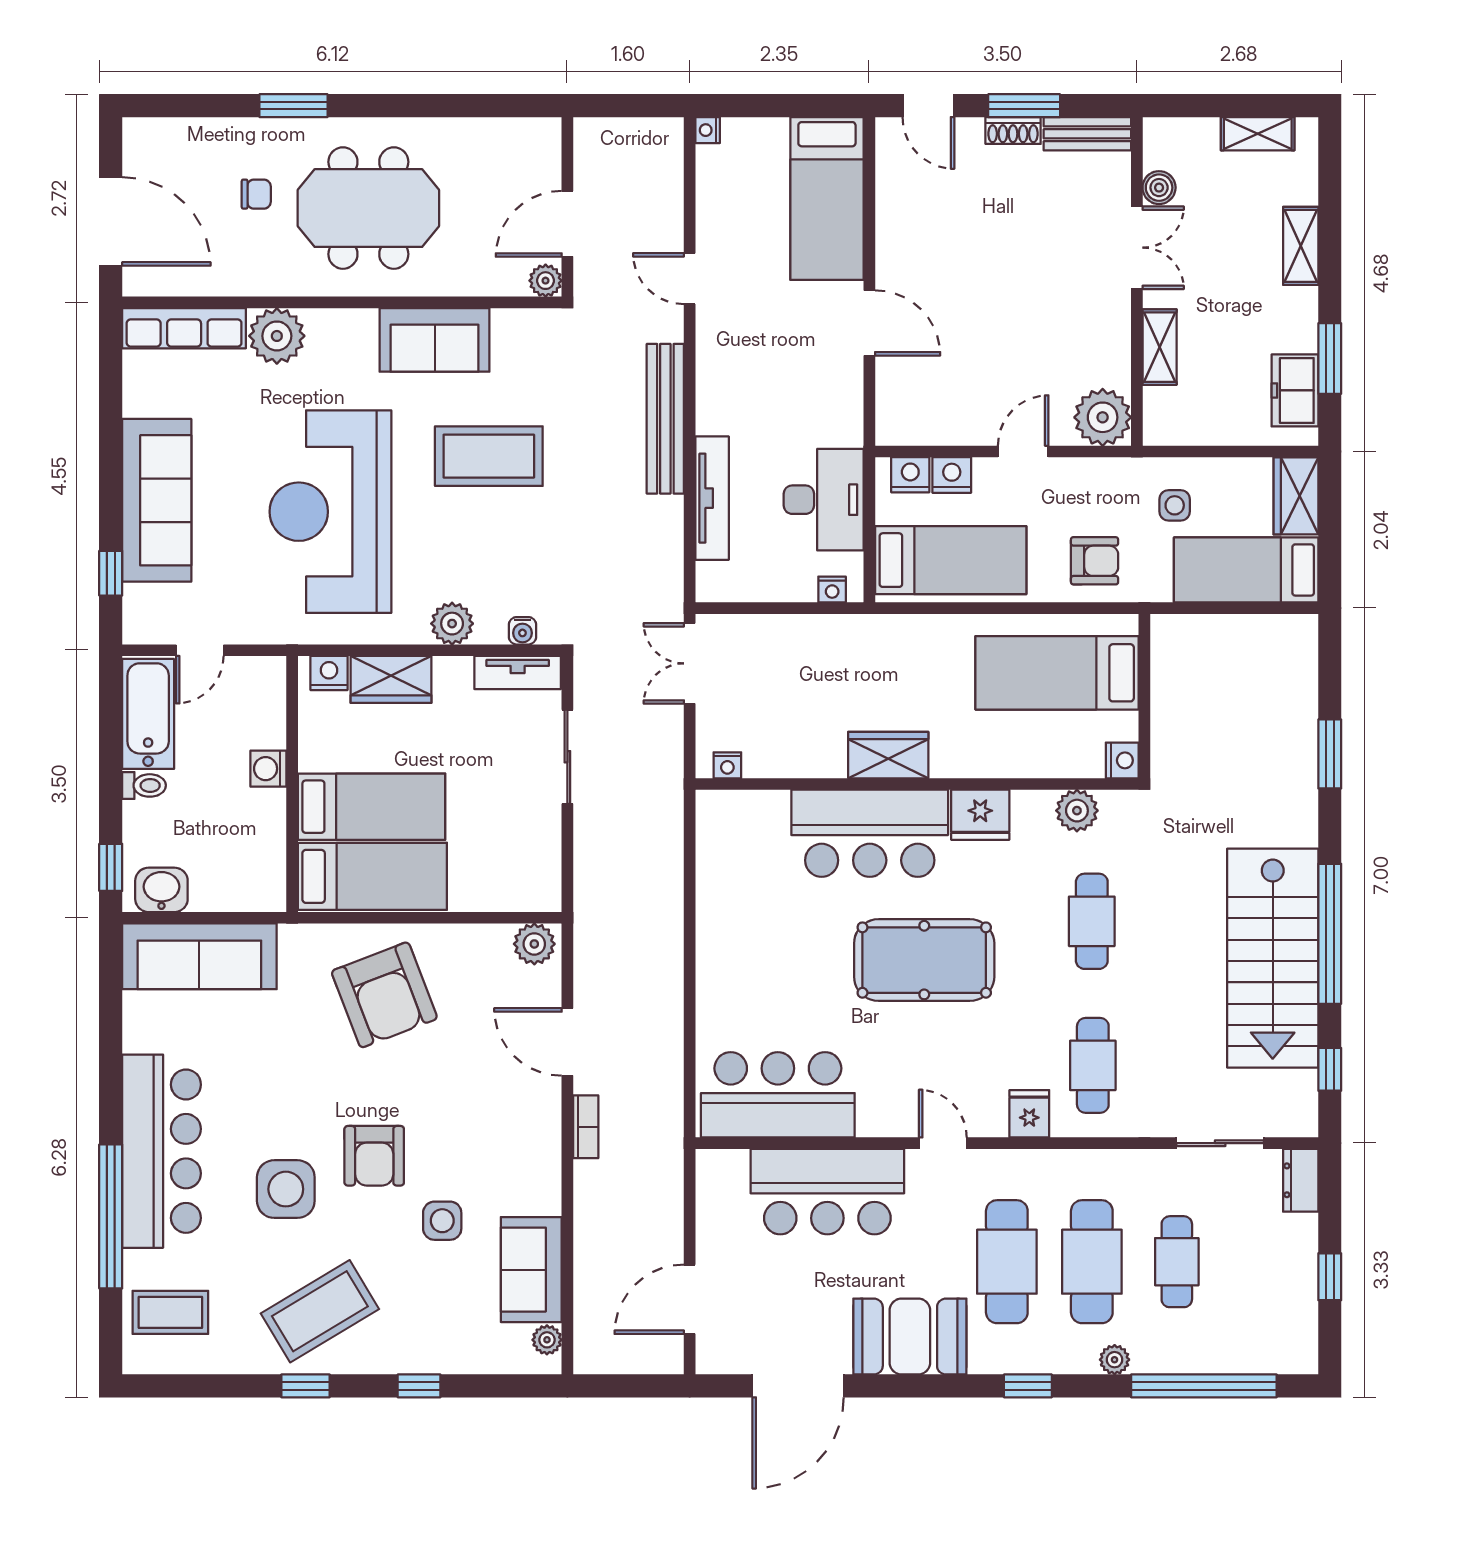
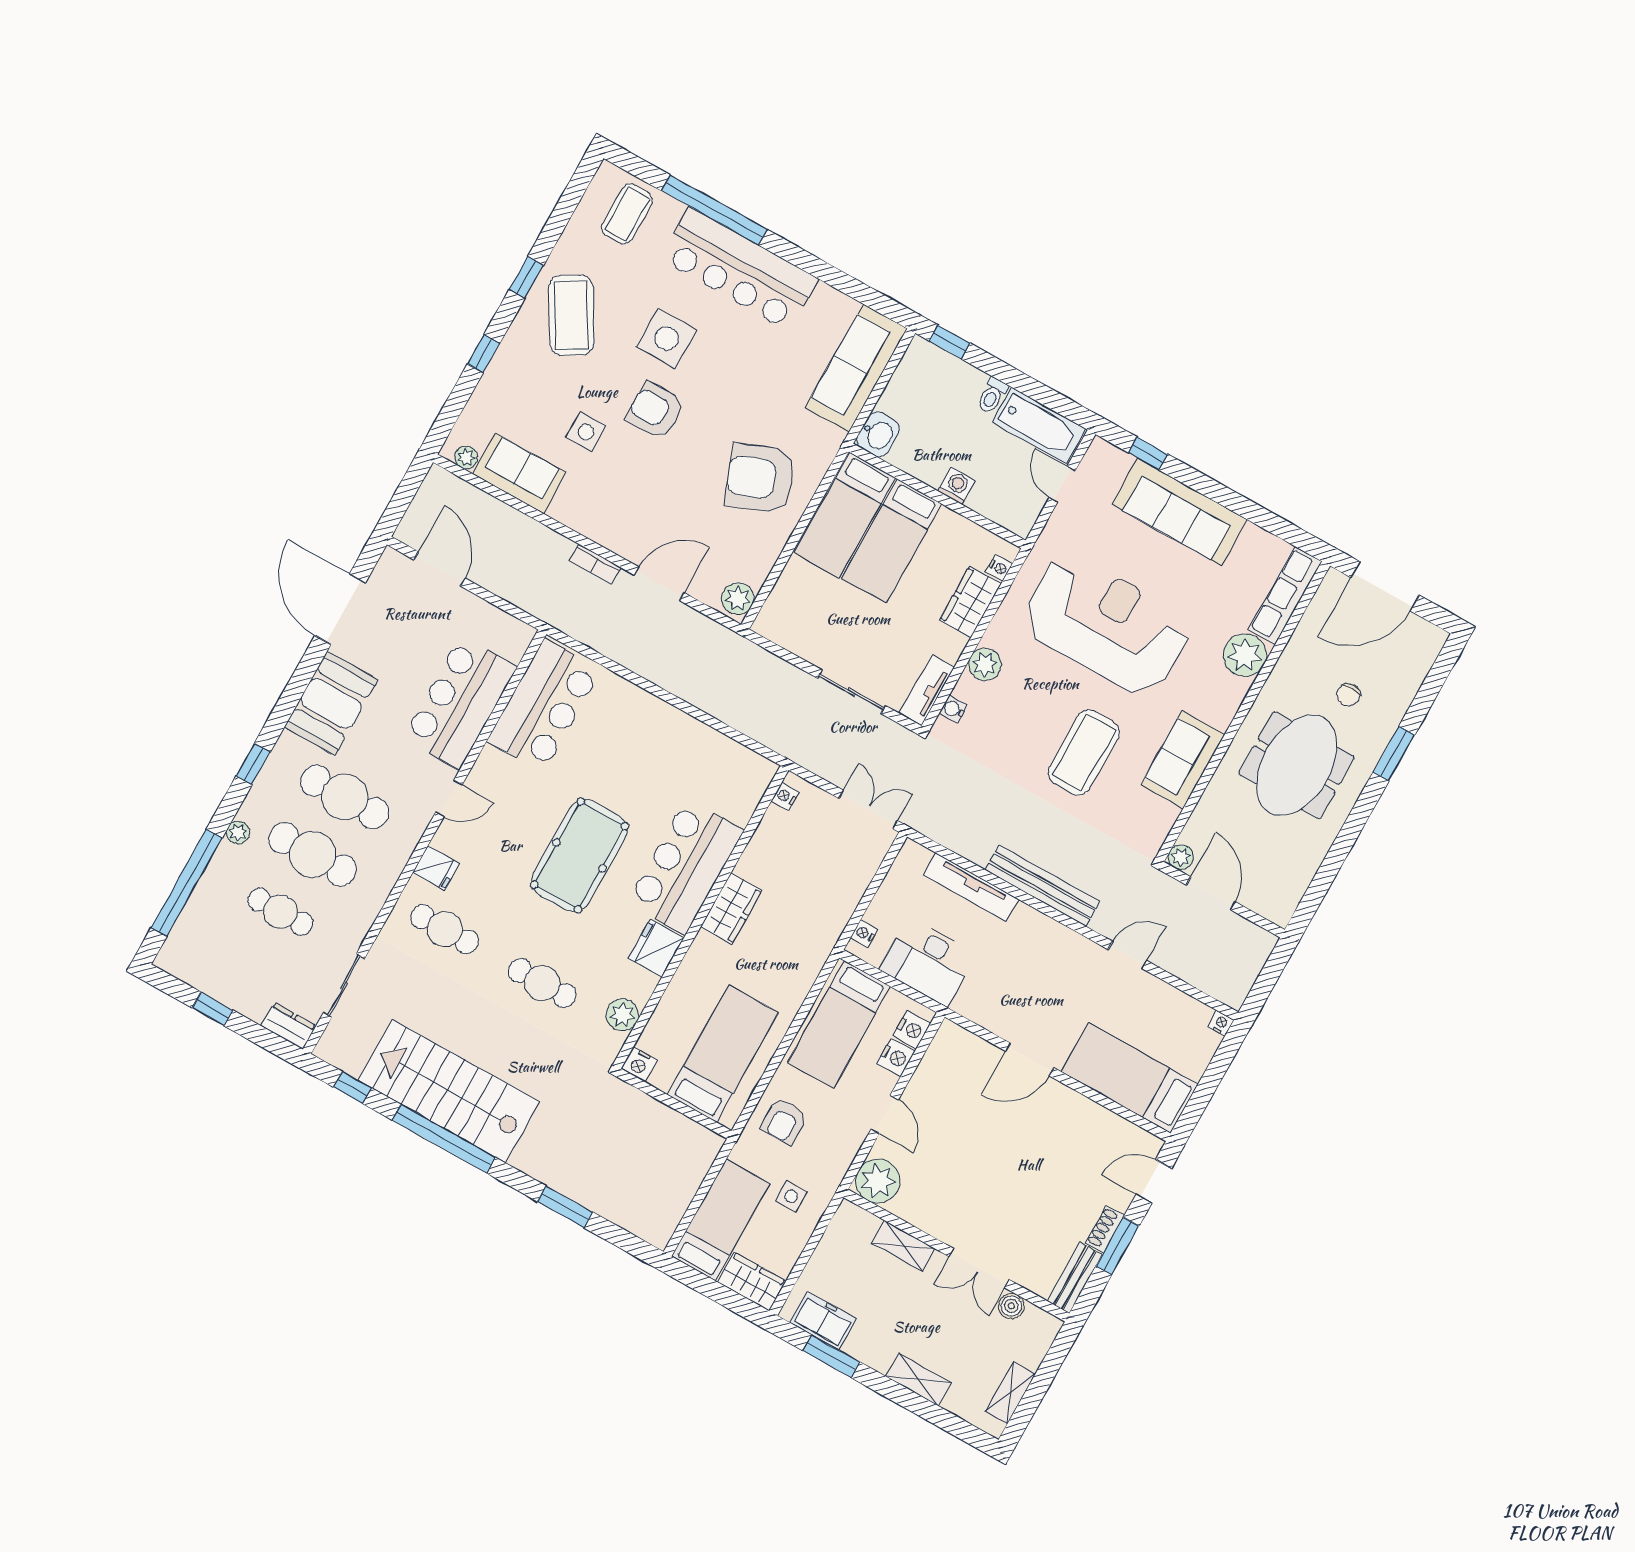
nightstand: (329, 673) -> (999, 568), width x0.72, depth x0.74
washbasin: (161, 890) -> (878, 434), moved

